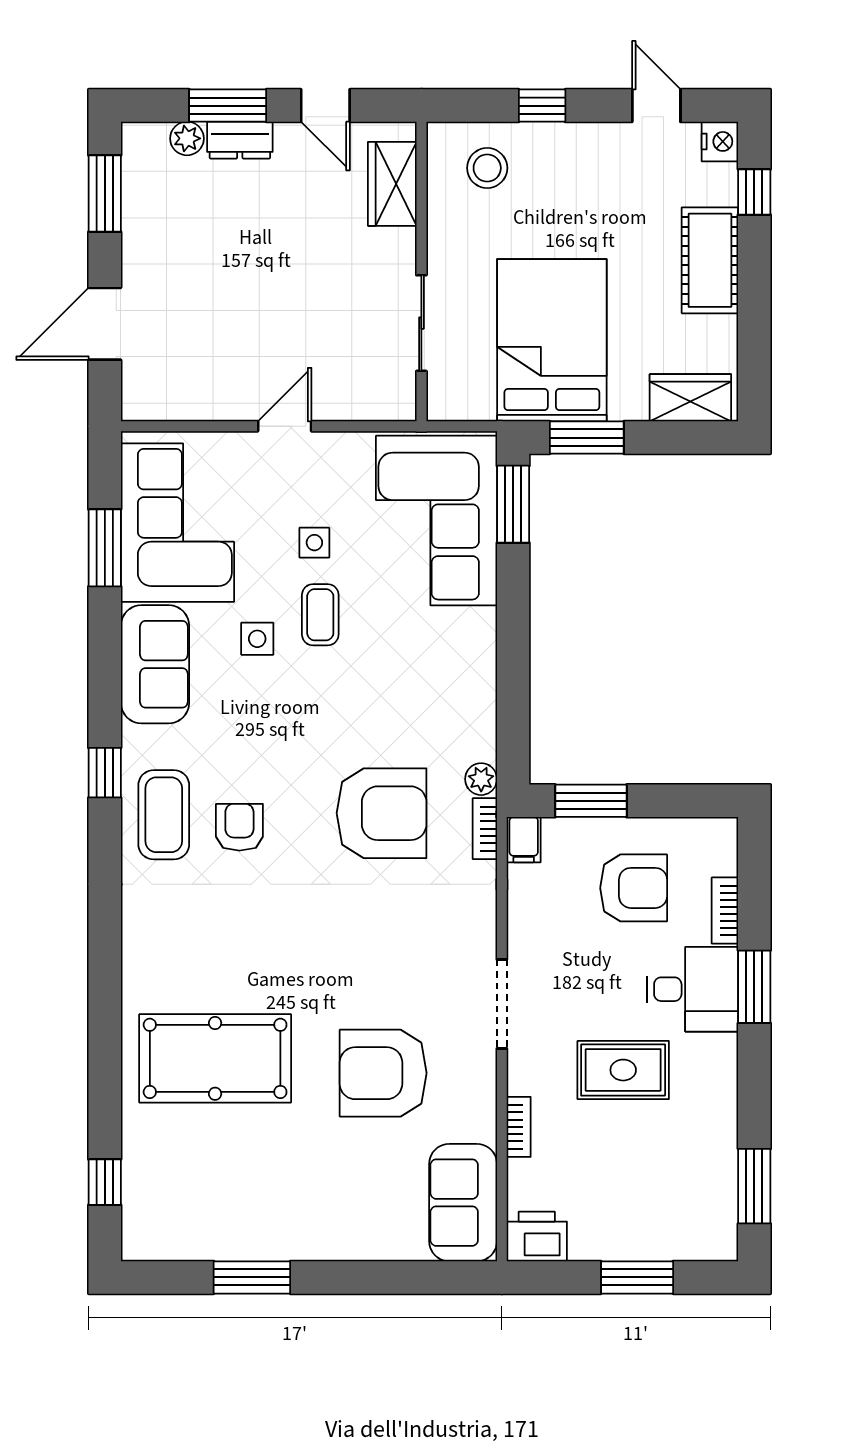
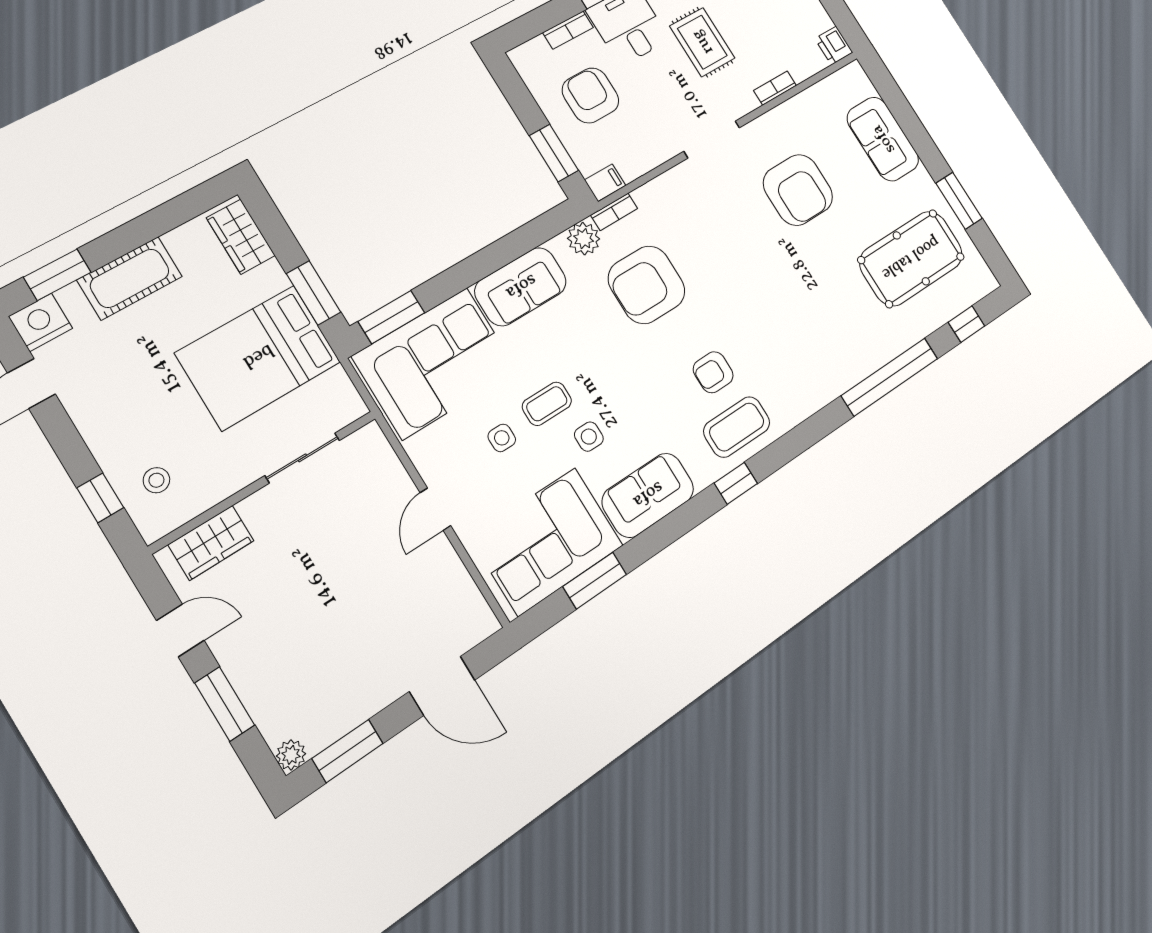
door: (325, 106) -> (180, 630), hinge flipped
window: (542, 106) -> (100, 498), moved
plant: (187, 138) -> (291, 755), moved
dresser: (240, 140) -> (246, 677), removed
nightstand: (720, 141) -> (41, 322), width x1.36, depth x1.33
stool: (487, 168) -> (156, 480), width x0.73, depth x0.73
window: (754, 192) -> (57, 275), width x1.50
door: (285, 426) -> (435, 509), hinge flipped
sofa: (463, 667) -> (521, 287), added
plant: (481, 779) -> (584, 239), width x1.38, depth x1.38
armchair: (382, 813) -> (647, 285), turned -90
window: (105, 1040) -> (890, 377), added
pool table: (215, 1058) -> (911, 258), moved, turned 90
sofa: (463, 1203) -> (883, 139), moved, turned 90
printer: (537, 1236) -> (834, 46), width x0.73, depth x0.81

